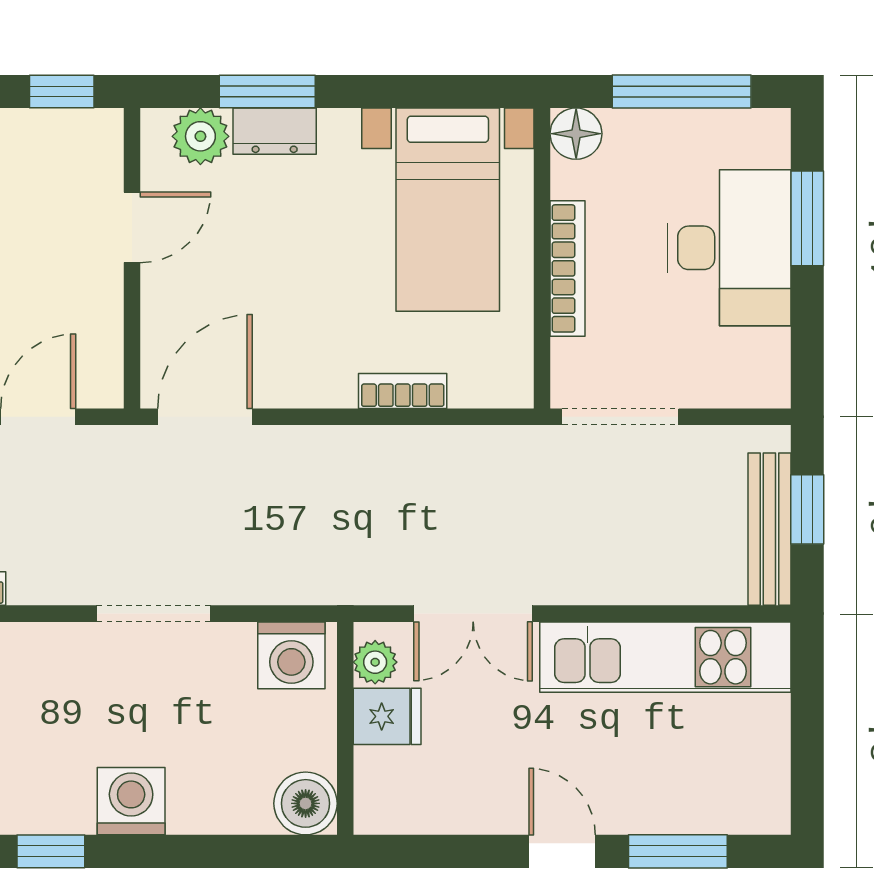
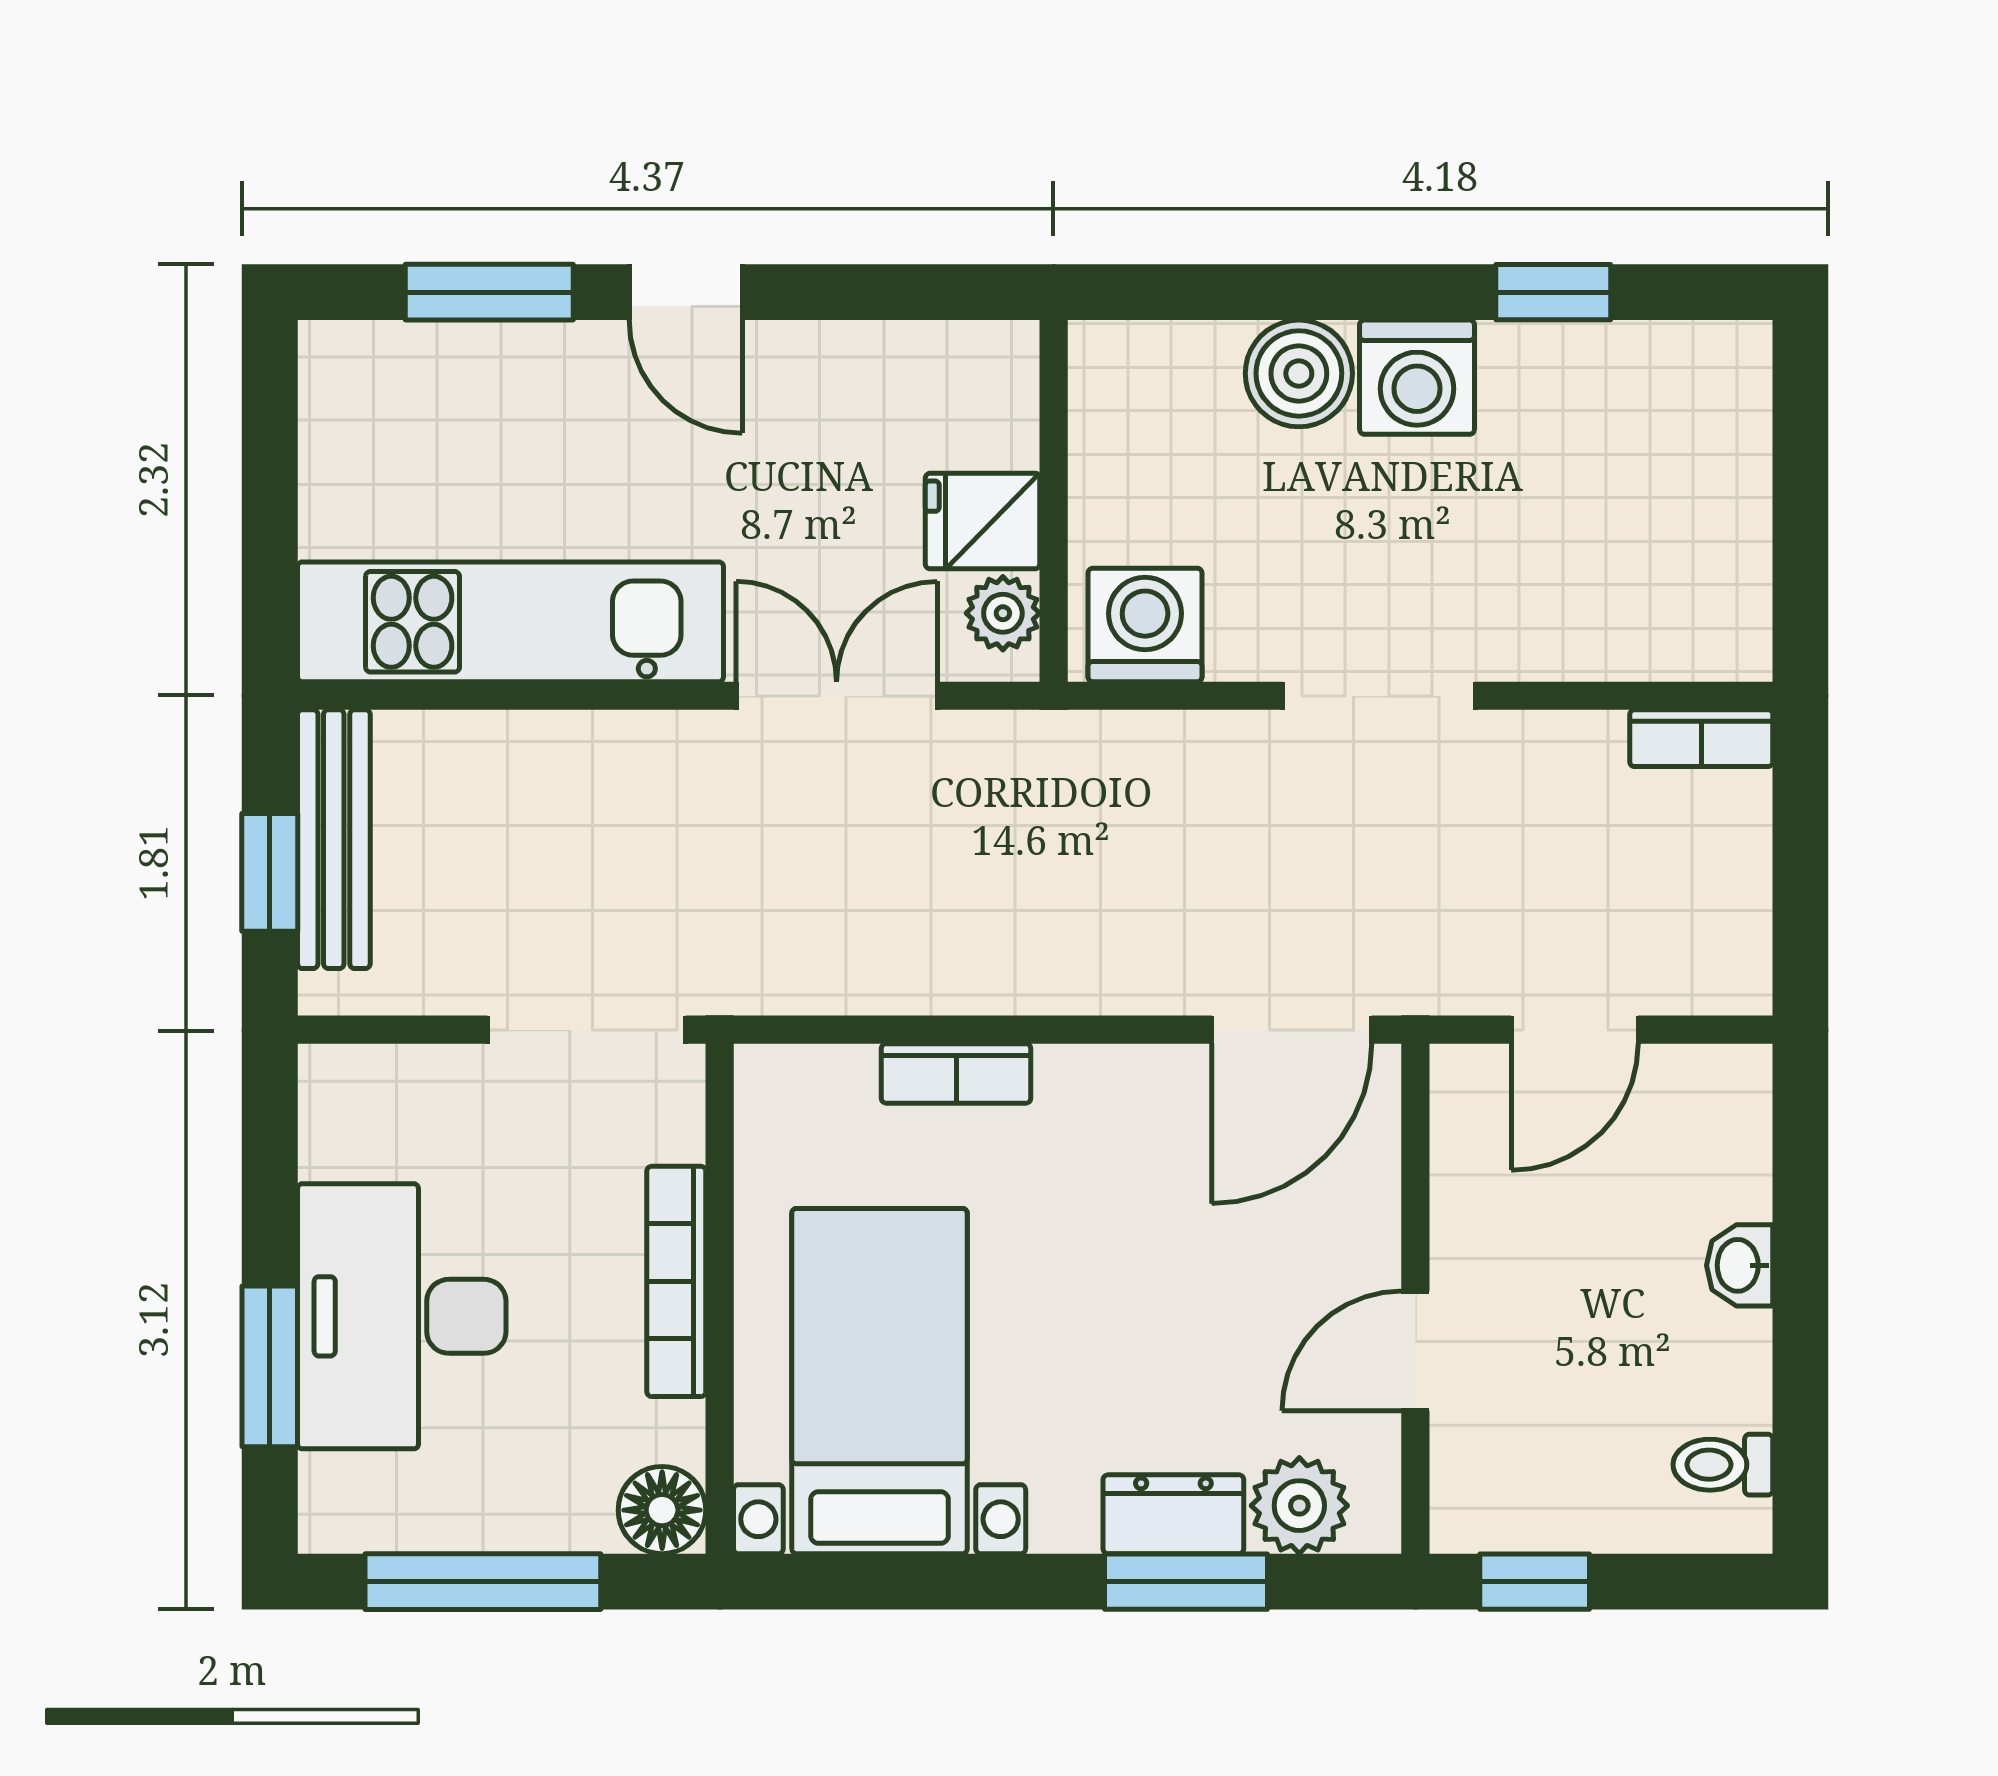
boiler: (306, 803) -> (1299, 373), moved

